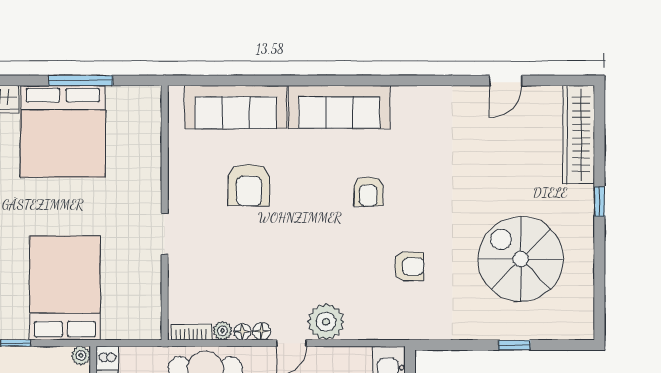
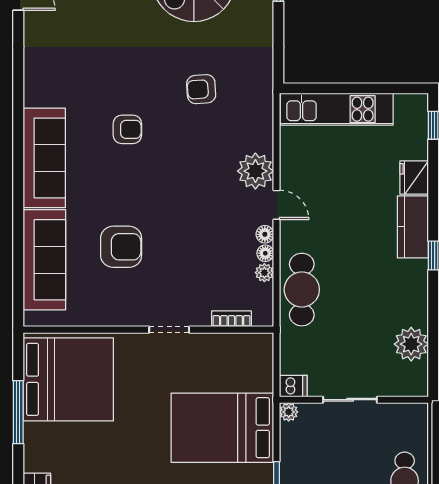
bed: (63, 131) -> (68, 379), moved
armchair: (409, 267) -> (201, 89), turned -94
bookcase: (191, 332) -> (232, 319), moved, turned 90

